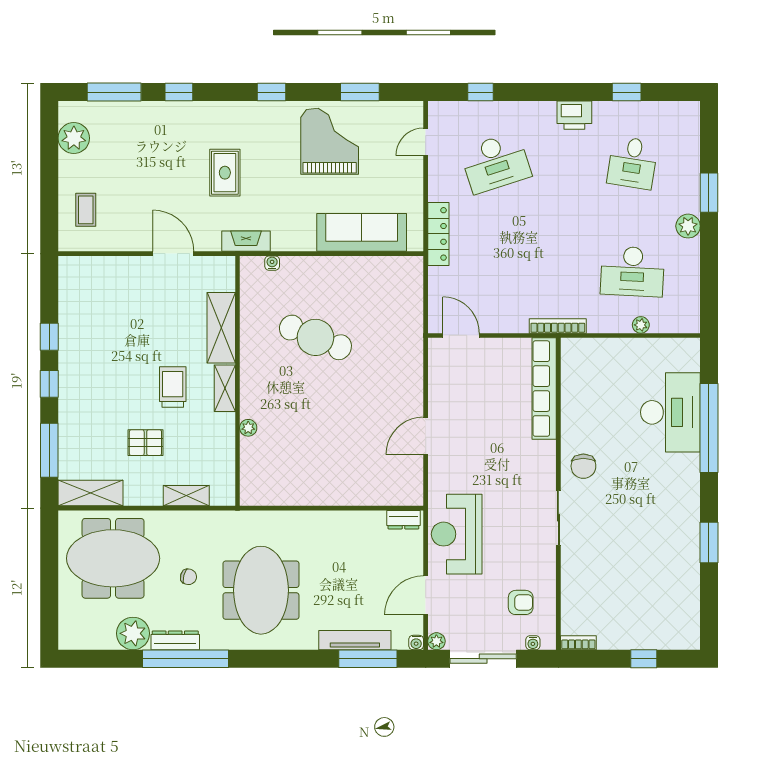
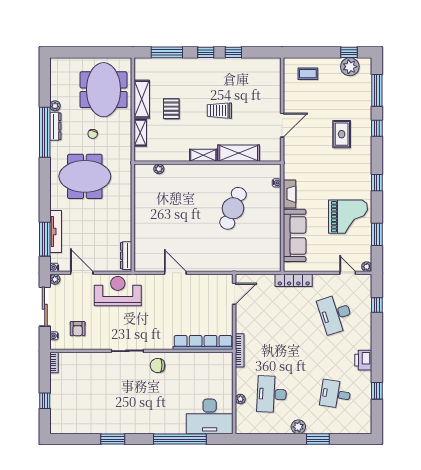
plant: (415, 109) -> (367, 267), added
window: (49, 140) -> (349, 52), added
rug: (225, 173) -> (342, 134), moved, turned 90
fireplace: (246, 241) -> (289, 194), moved
trolley: (173, 387) -> (219, 111), moved, turned 180
desk: (670, 412) -> (210, 416), moved
plant: (248, 428) -> (159, 169), moved
shelving: (91, 493) -> (142, 99), moved
dresser: (403, 520) -> (126, 256), width x1.44
plant: (133, 633) -> (55, 106), width x0.53, depth x0.53

